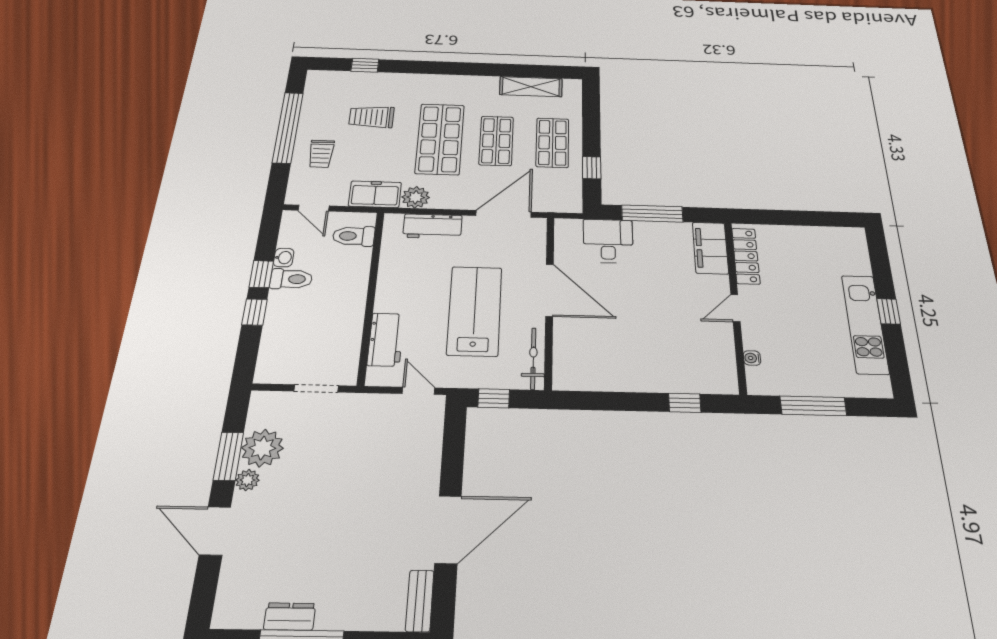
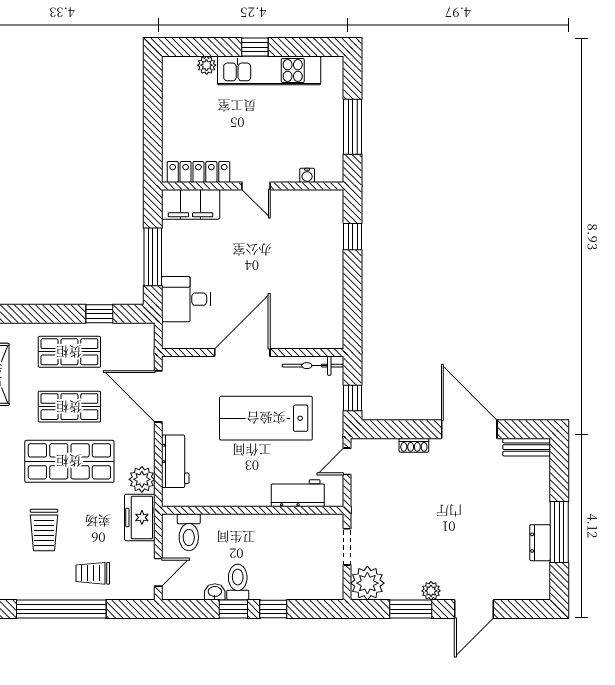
trolley: (321, 154) -> (93, 573), turned 180
plant: (861, 266) -> (207, 65), added
plant: (262, 448) -> (367, 583), moved
shoe rack: (432, 464) -> (414, 445), added

